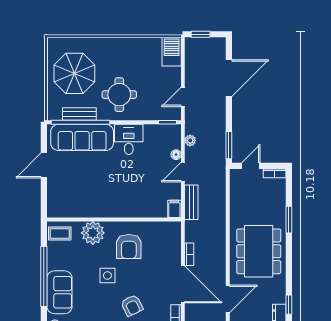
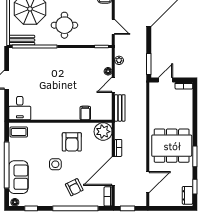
door: (183, 97) -> (113, 27), swing flipped
bench: (79, 114) -> (22, 40), moved
sofa: (82, 137) -> (36, 58), removed
desk: (129, 139) -> (20, 108), moved, turned 180
filing cabinet: (174, 209) -> (85, 113), moved
window: (289, 220) -> (195, 156), moved
plant: (93, 233) -> (103, 132), moved
dining table: (259, 251) -> (172, 146), turned 90
door: (183, 284) -> (113, 171), swing flipped

